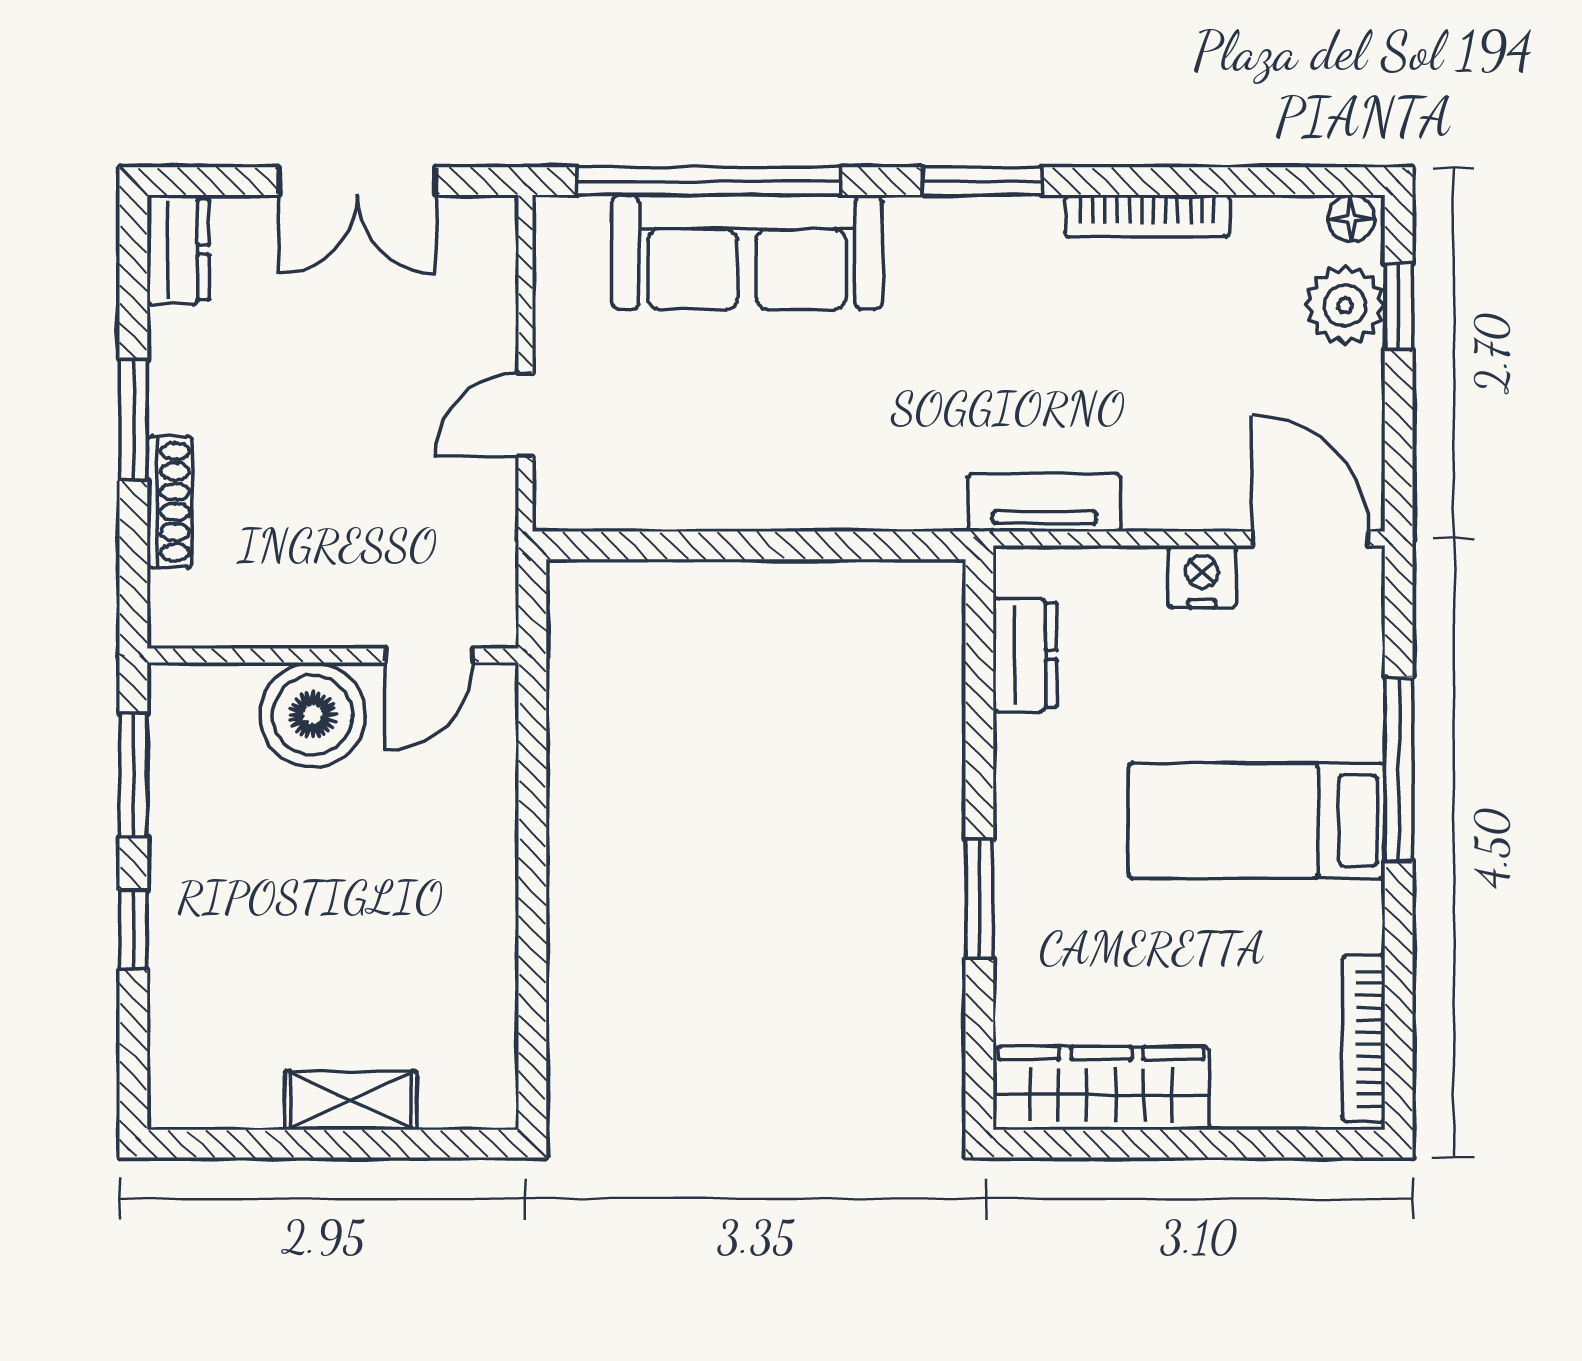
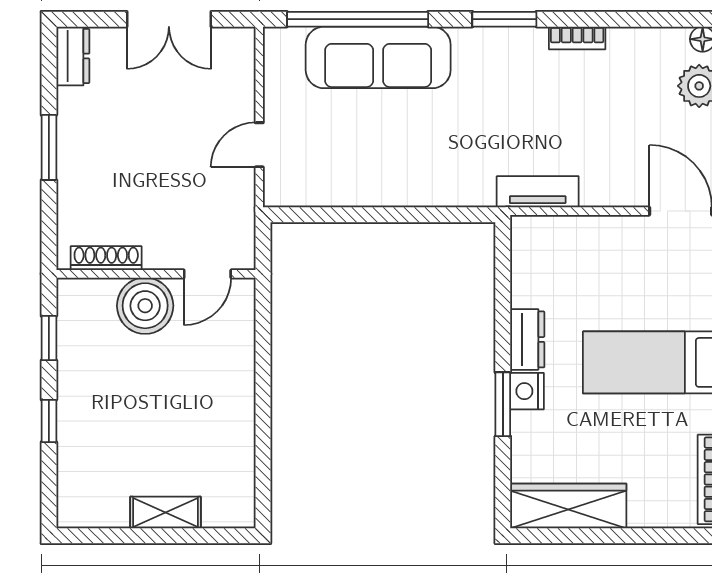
bookcase: (1147, 216) -> (577, 38), width x0.64
shoe rack: (170, 502) -> (106, 258), moved, turned -90
nightstand: (1202, 577) -> (527, 391), moved, turned -90
dresser: (1025, 655) -> (527, 339), moved
window: (133, 775) -> (49, 338), width x0.67

